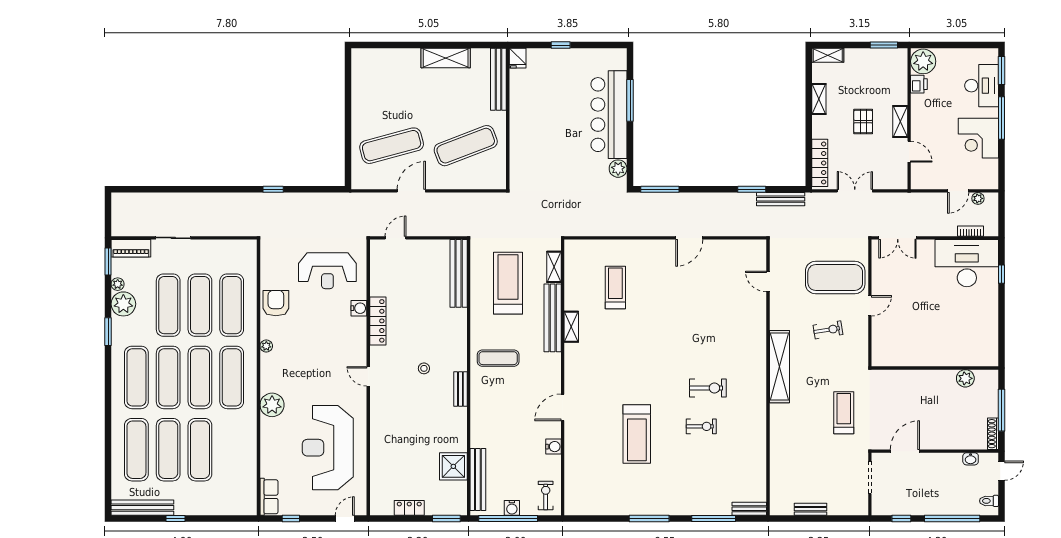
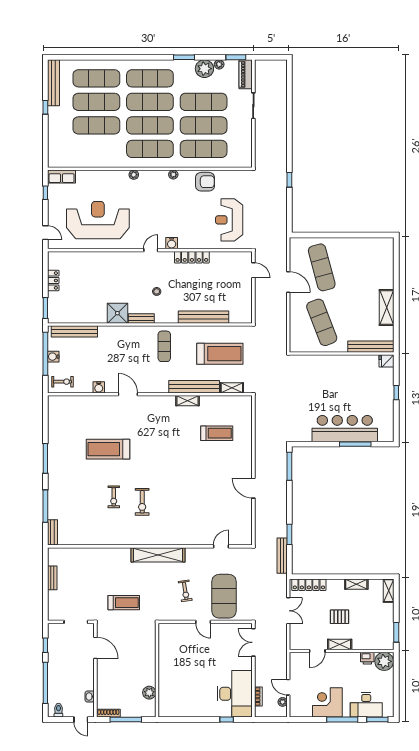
plant: (618, 169) -> (305, 435), removed
bench: (459, 273) -> (204, 317), moved
water cooler: (359, 308) -> (172, 243), moved
plant: (272, 405) -> (134, 175), width x0.53, depth x0.53
shower: (453, 466) -> (117, 313), moved

